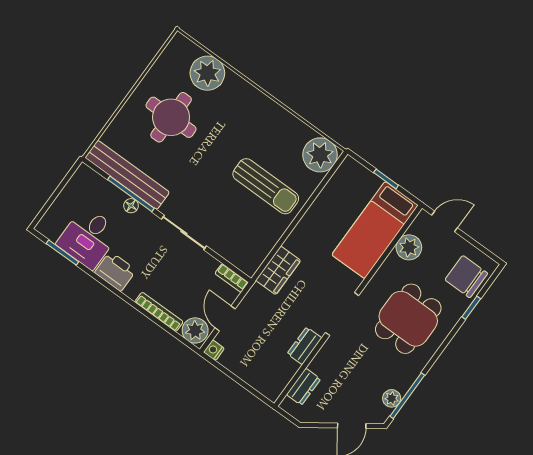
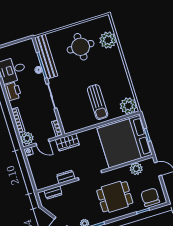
bed: (375, 230) -> (125, 142), width x2.04
wardrobe: (278, 270) -> (67, 142), moved
door: (225, 318) -> (42, 142), swing flipped

